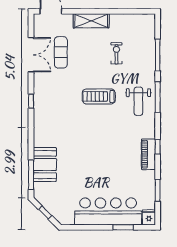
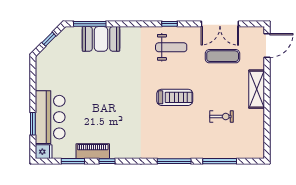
treadmill: (99, 96) -> (175, 97), turned 90
weight bench: (138, 101) -> (171, 47), moved, turned 180
window: (158, 147) -> (107, 161), moved
piano: (148, 154) -> (93, 151), moved
bar counter: (108, 211) -> (50, 117), width x0.73

